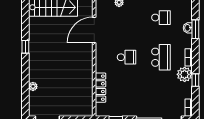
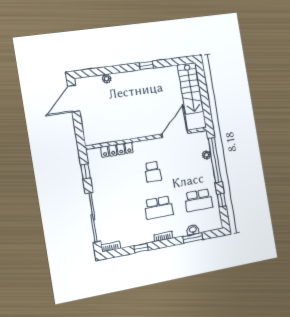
school desk: (161, 18) -> (199, 200), width x1.85
door: (94, 30) -> (175, 134), hinge flipped
plant: (185, 74) -> (145, 236), removed

